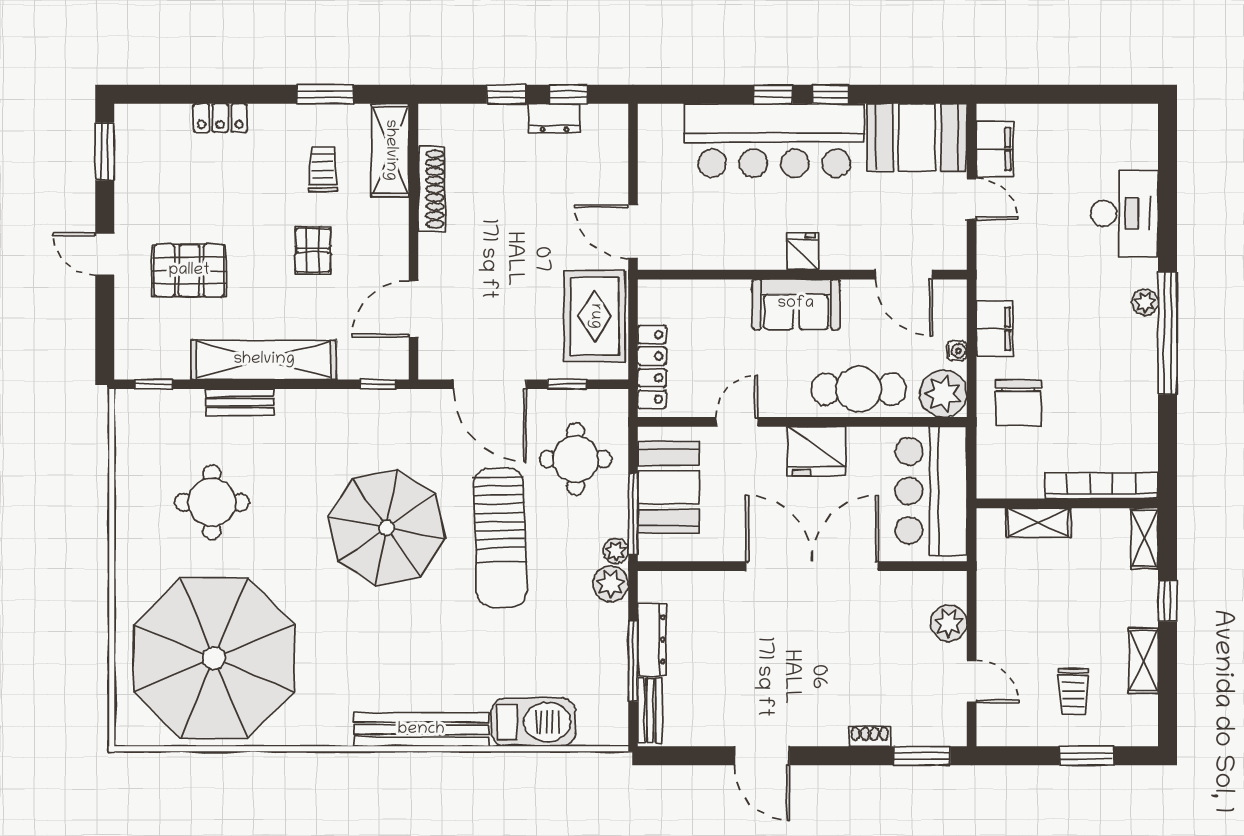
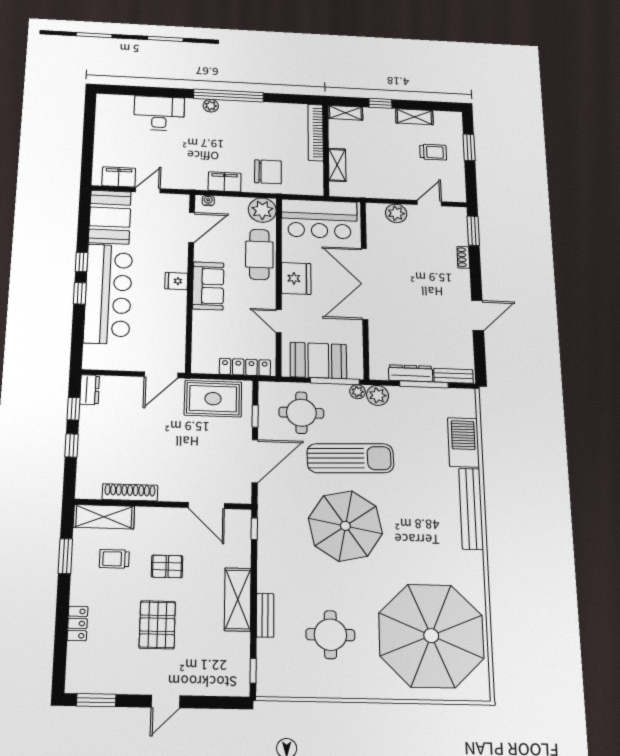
dresser: (555, 118) -> (90, 390), moved
pallet: (189, 271) -> (157, 625), moved
water cooler: (957, 351) -> (208, 201), moved
shelving: (264, 360) -> (238, 599), width x0.68

